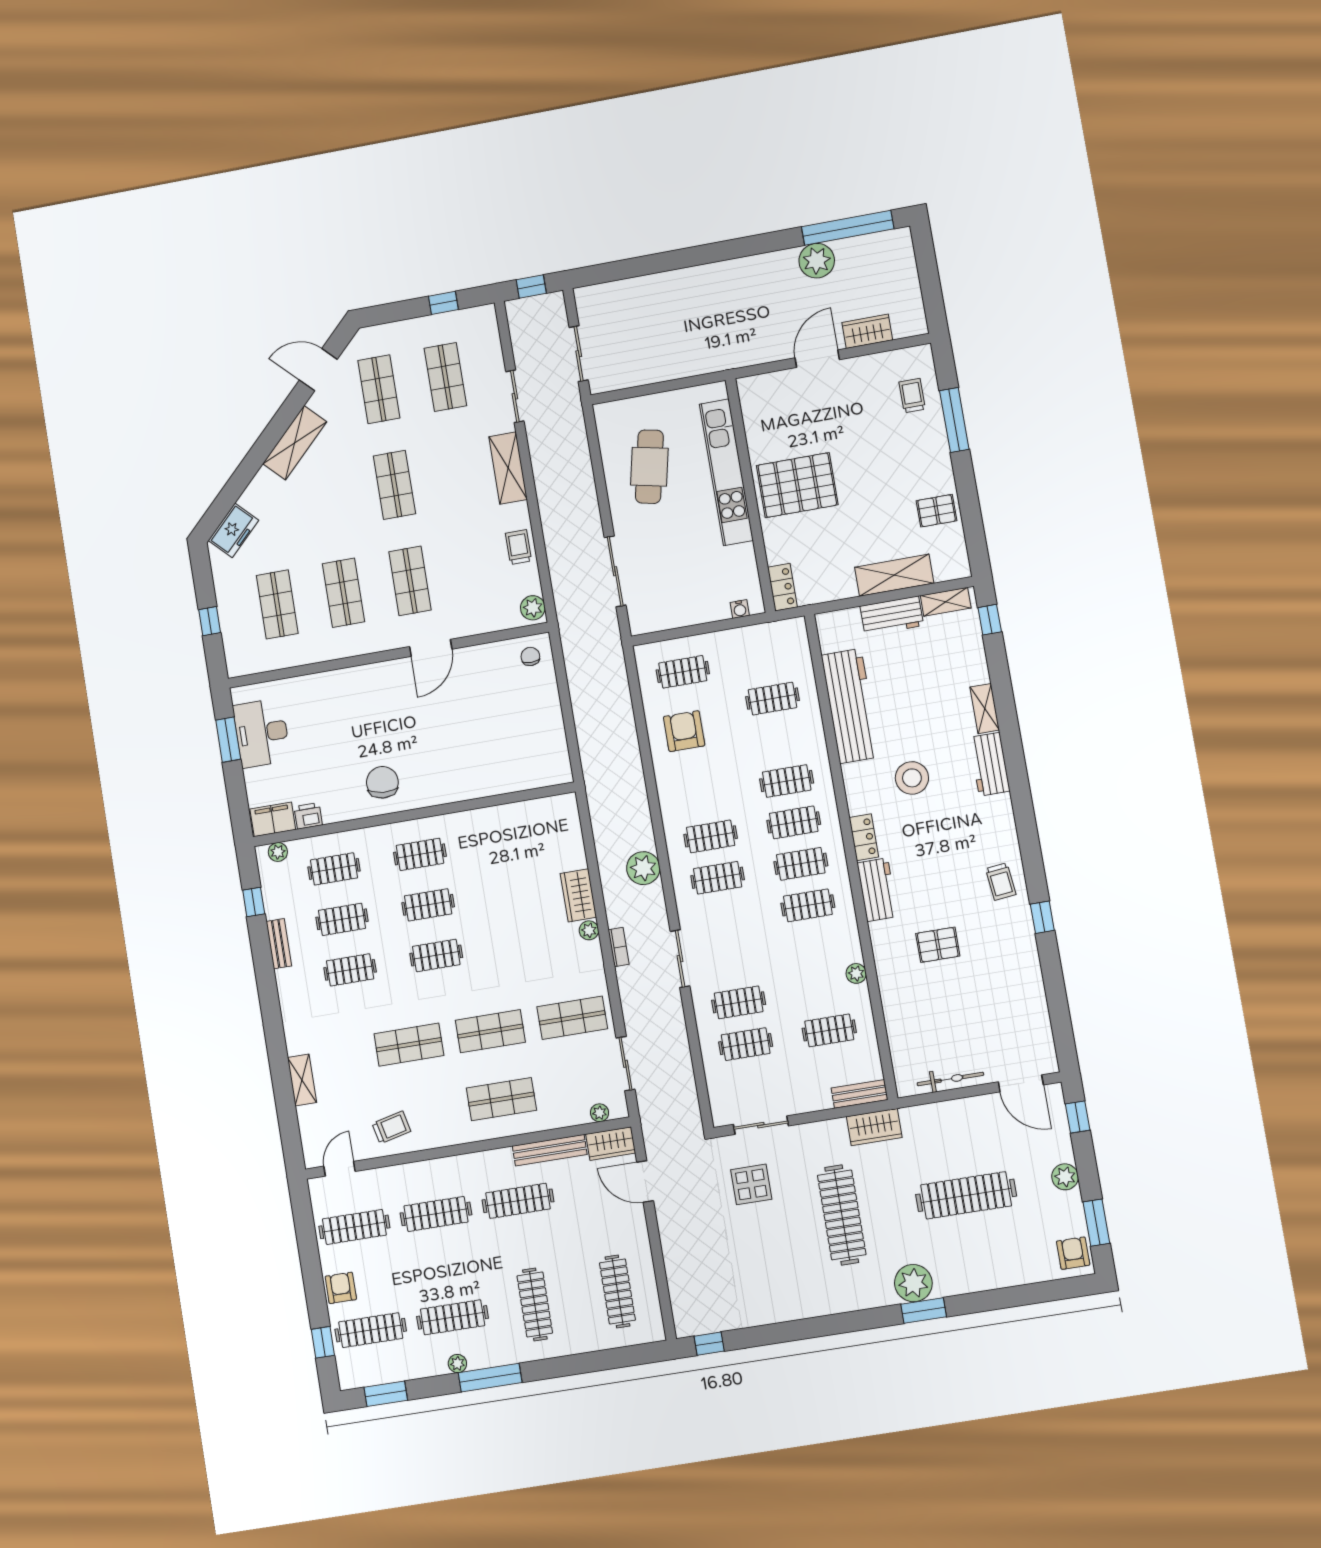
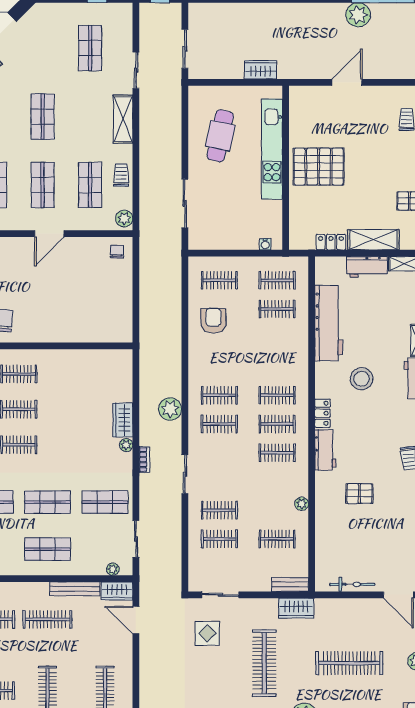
wardrobe: (867, 331) -> (261, 70), moved
shop shelf: (379, 389) -> (90, 185), moved
locker: (782, 587) -> (331, 242), moved, turned -90
clothes rail: (787, 781) -> (277, 280), moved

